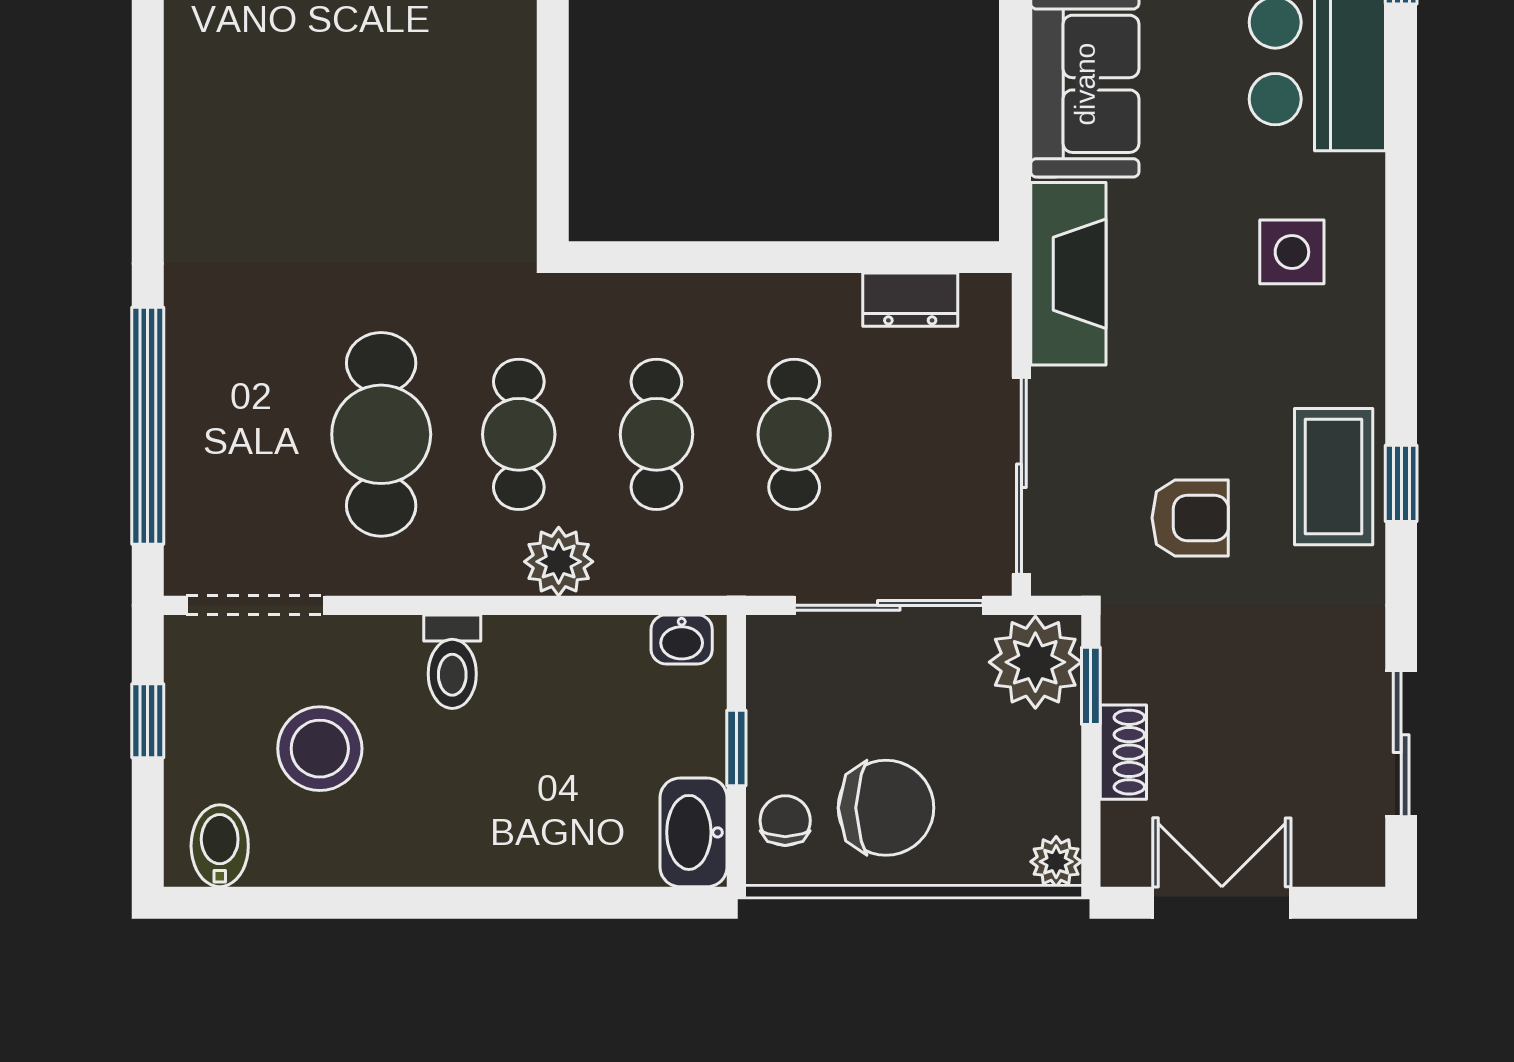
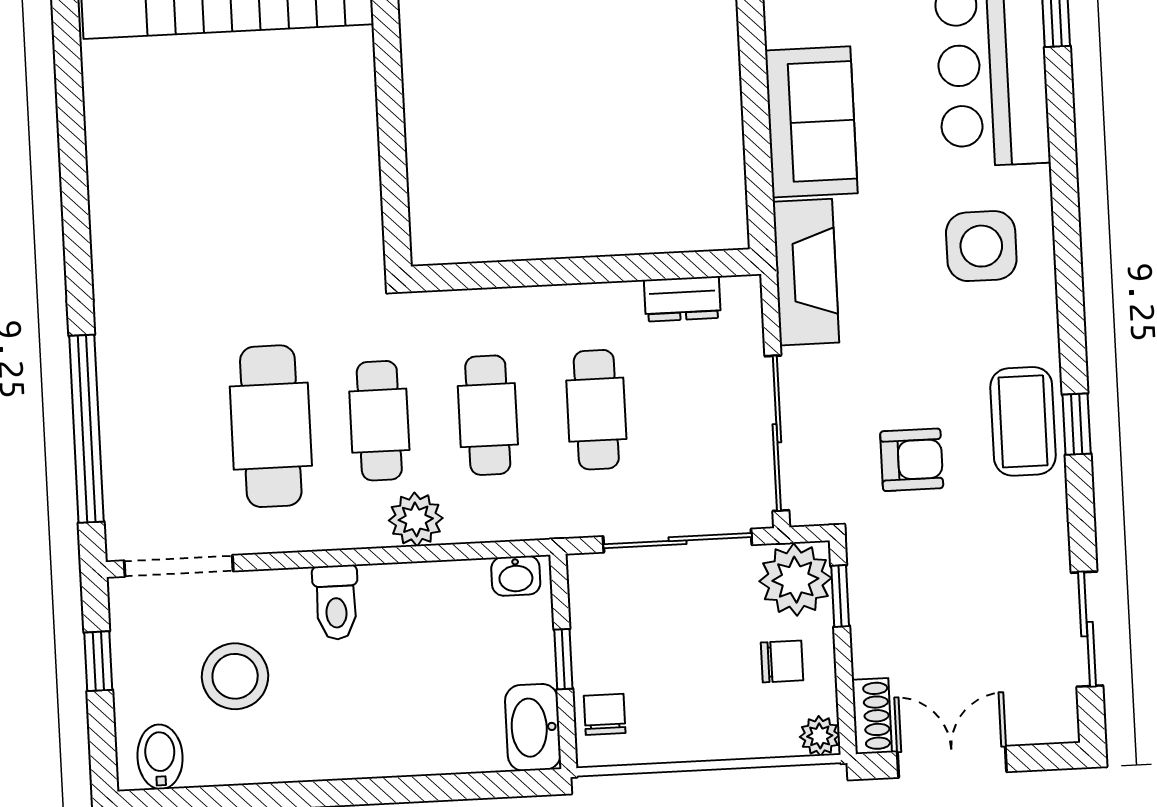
side table: (1292, 252) -> (981, 246), width x1.37, depth x1.37
shoe rack: (1123, 752) -> (872, 716), moved
chair: (886, 808) -> (782, 661), moved, width x0.54, depth x0.54

